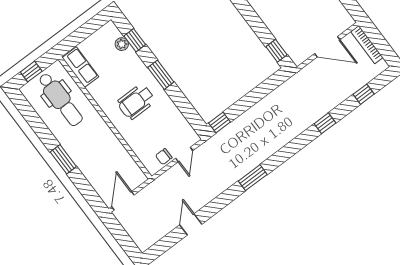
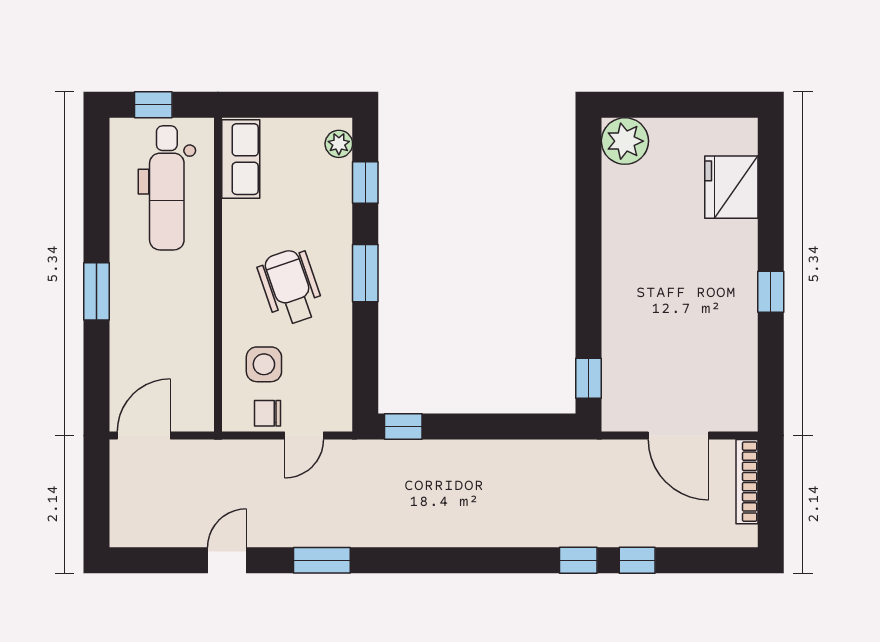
plant: (122, 44) -> (339, 144), moved
window: (364, 94) -> (637, 560), moved
wheelchair: (136, 102) -> (290, 287), turned 71
side table: (148, 139) -> (264, 364), added
window: (253, 178) -> (322, 560), moved

